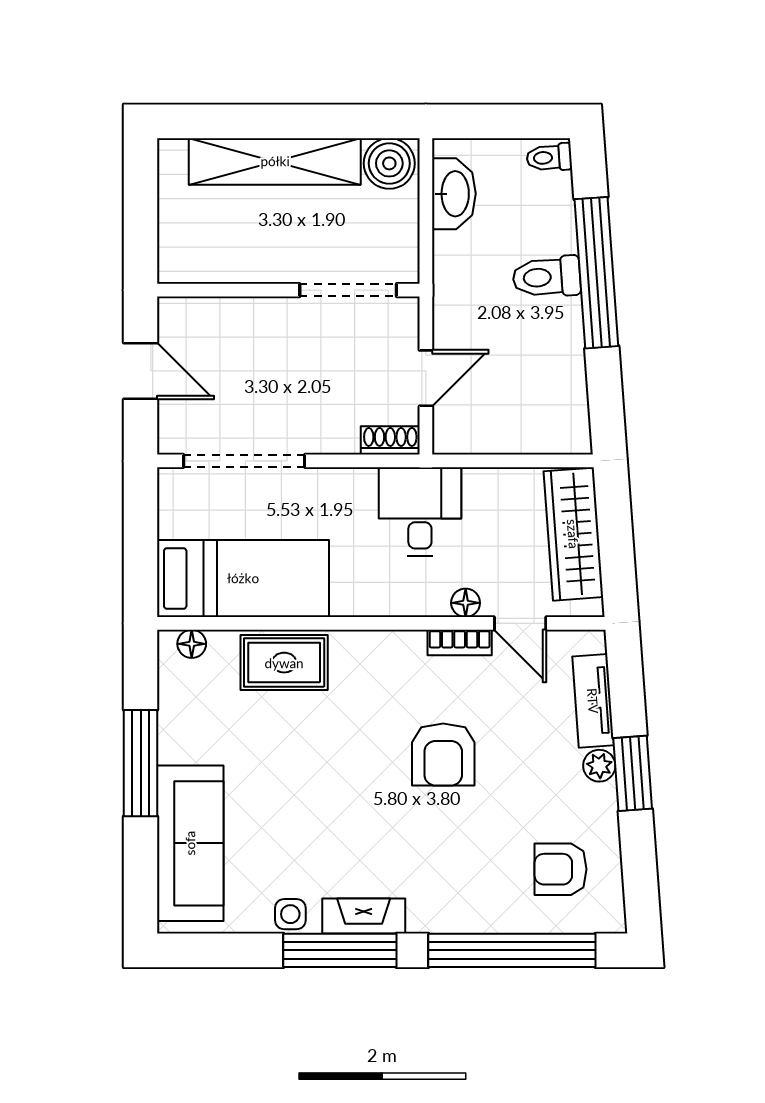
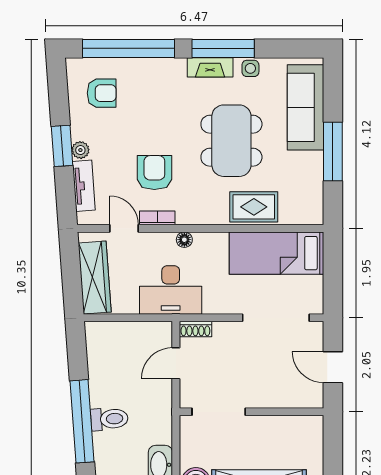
desk: (420, 511) -> (171, 290), width x1.37
floor lamp: (466, 603) -> (184, 240), moved
floor lamp: (192, 644) -> (305, 217), removed
armchair: (443, 755) -> (154, 173), moved
dining table: (325, 783) -> (231, 141), added

